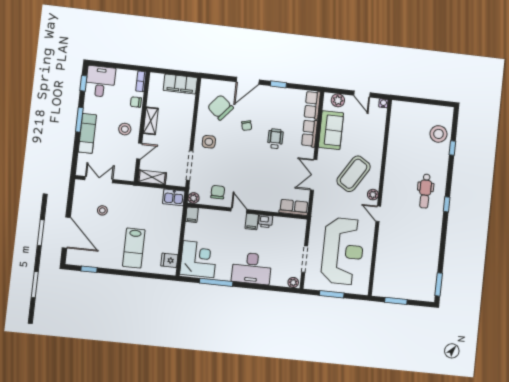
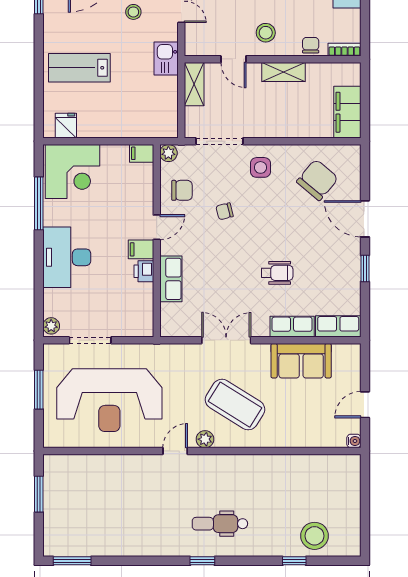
plant: (338, 100) -> (350, 367), removed
chair: (247, 126) -> (225, 211), moved
kitchen sink: (174, 197) -> (166, 58), moved
row of seats: (294, 207) -> (171, 279), moved

